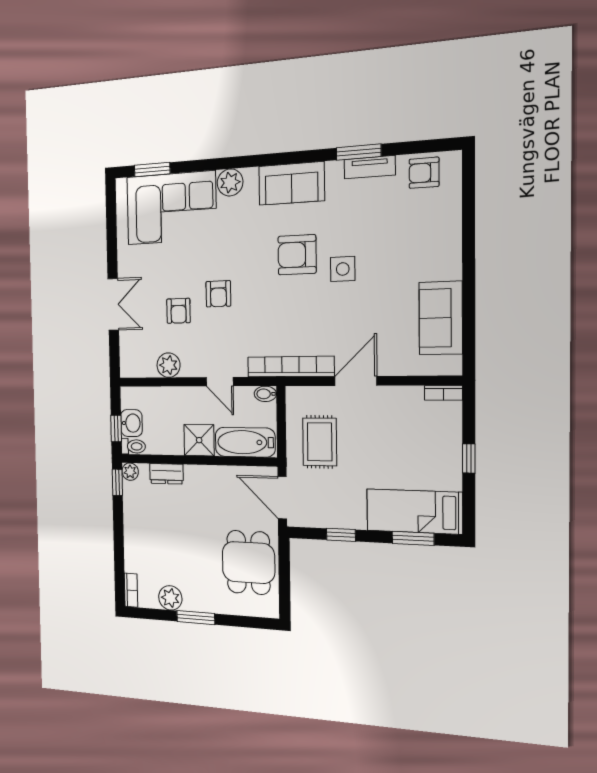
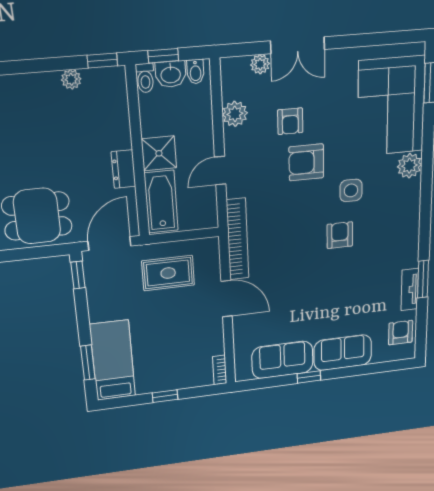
sofa: (291, 183) -> (343, 353), moved, turned 90
armchair: (297, 255) -> (340, 235), width x0.72, depth x0.72
side table: (343, 269) -> (351, 190), moved
window: (469, 285) -> (309, 377), added
armchair: (218, 294) -> (306, 162), width x1.38, depth x1.38
armchair: (179, 311) -> (290, 121), turned -90
plant: (127, 340) -> (260, 64), added
bidet: (265, 394) -> (195, 72), moved, turned 180
plant: (130, 472) -> (71, 79), moved
dresser: (166, 474) -> (124, 169), moved
window: (341, 535) -> (78, 275), moved

